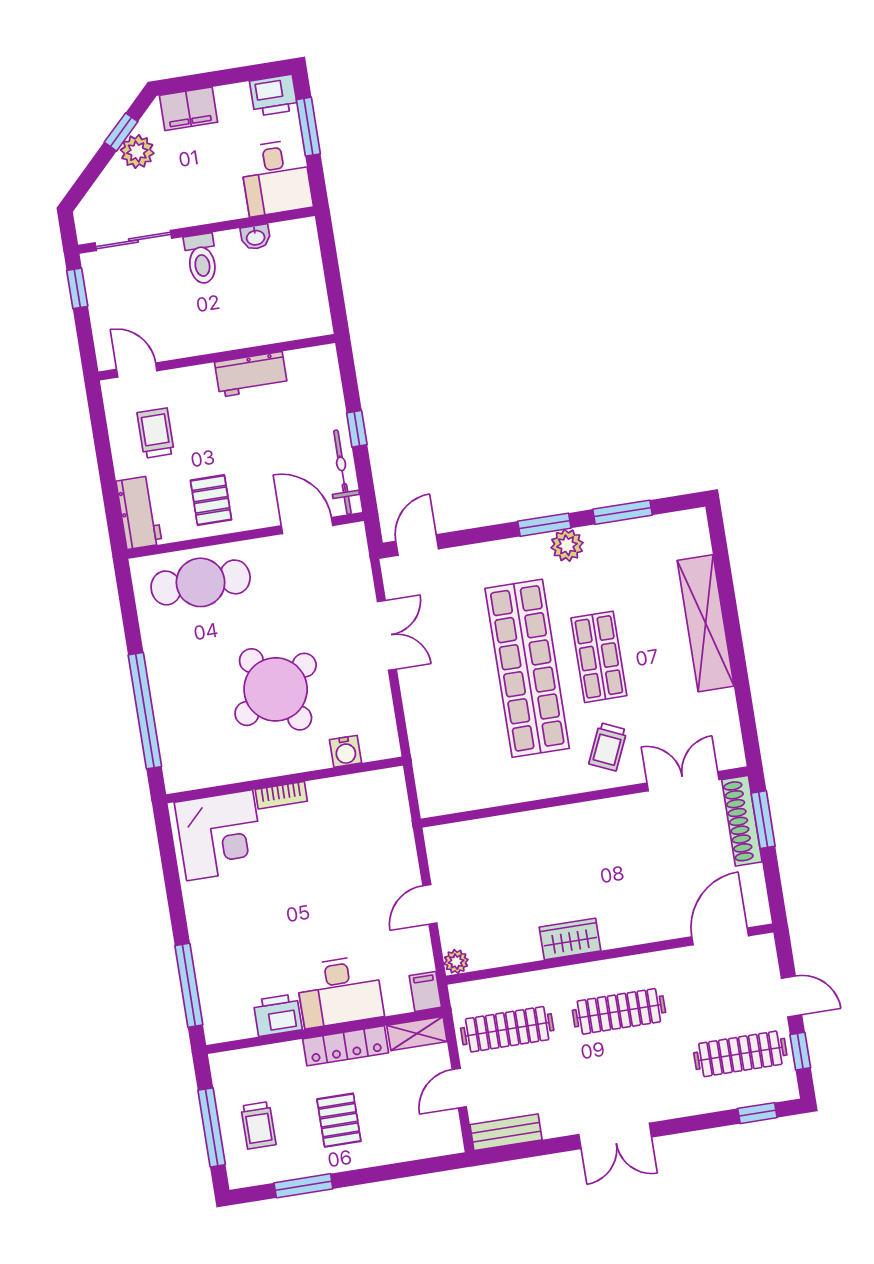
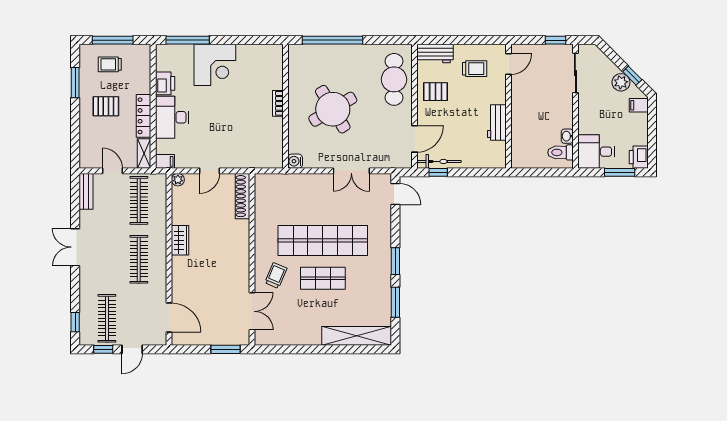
filing cabinet: (188, 109) -> (639, 105), width x0.50
toilet: (201, 259) -> (560, 152), moved
window: (357, 429) -> (438, 172), moved
plant: (567, 545) -> (383, 271), removed
shelving: (706, 623) -> (357, 336), moved
trolley: (608, 747) -> (276, 275), turned 89
water cooler: (346, 751) -> (295, 161), moved
shoe rack: (742, 821) -> (242, 196), moved, turned -90
corner desk: (220, 835) -> (215, 65), moved, turned -90
door: (430, 904) -> (209, 171), swing flipped

